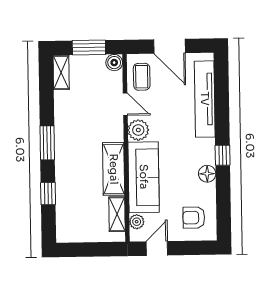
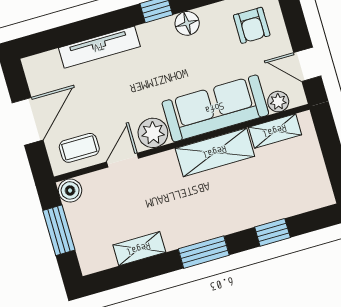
shelving: (61, 72) -> (139, 249), moved
tv unit: (205, 99) -> (99, 47), width x0.73, depth x0.78

